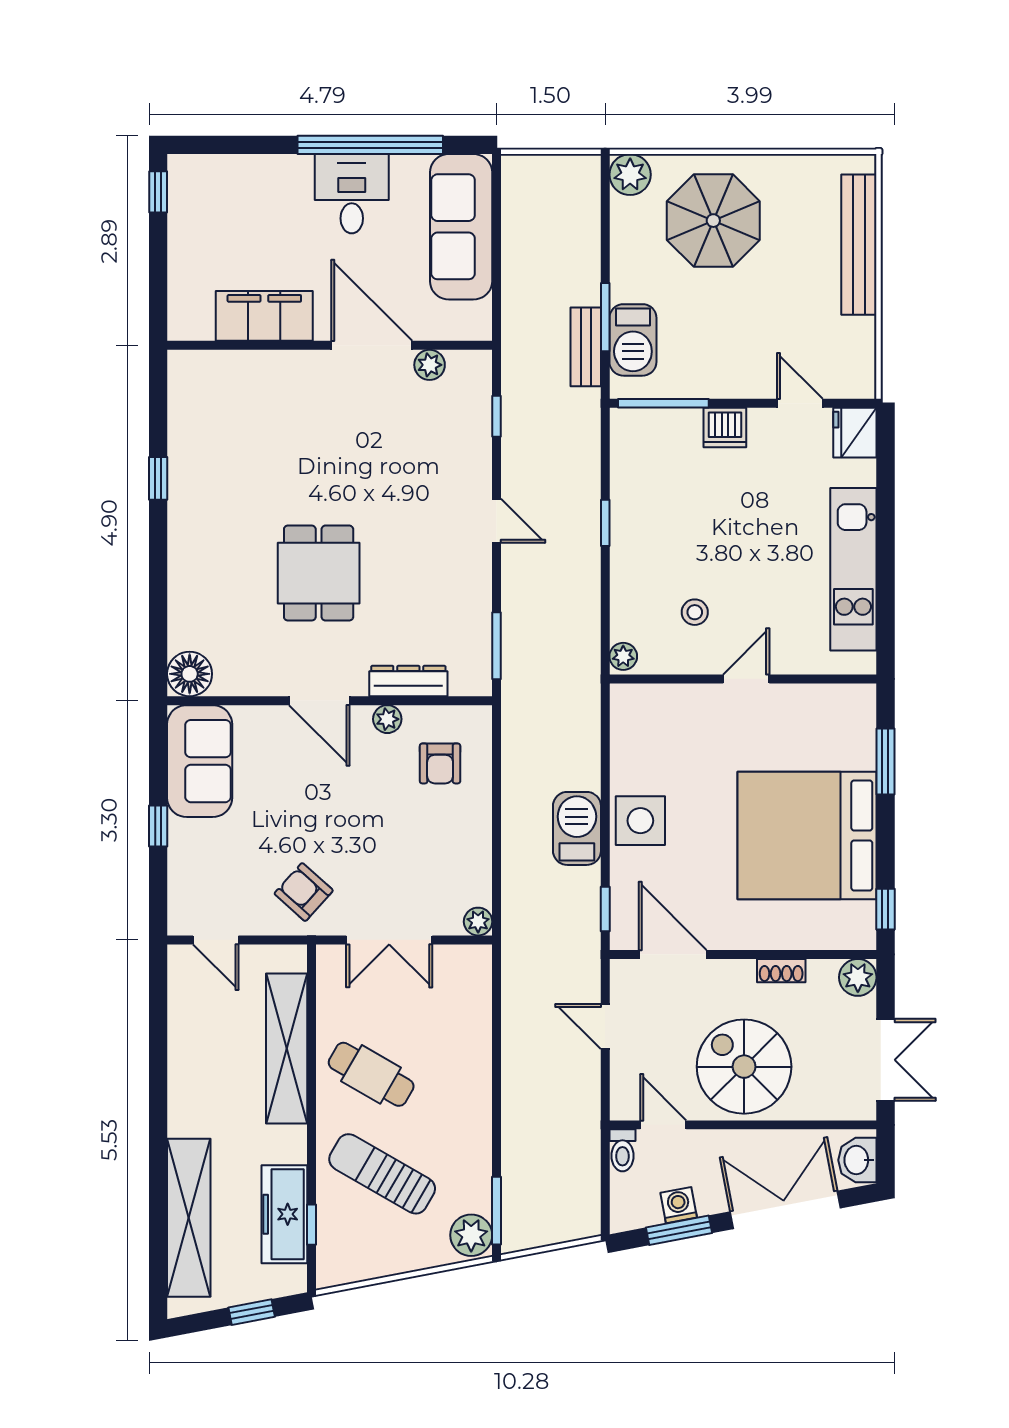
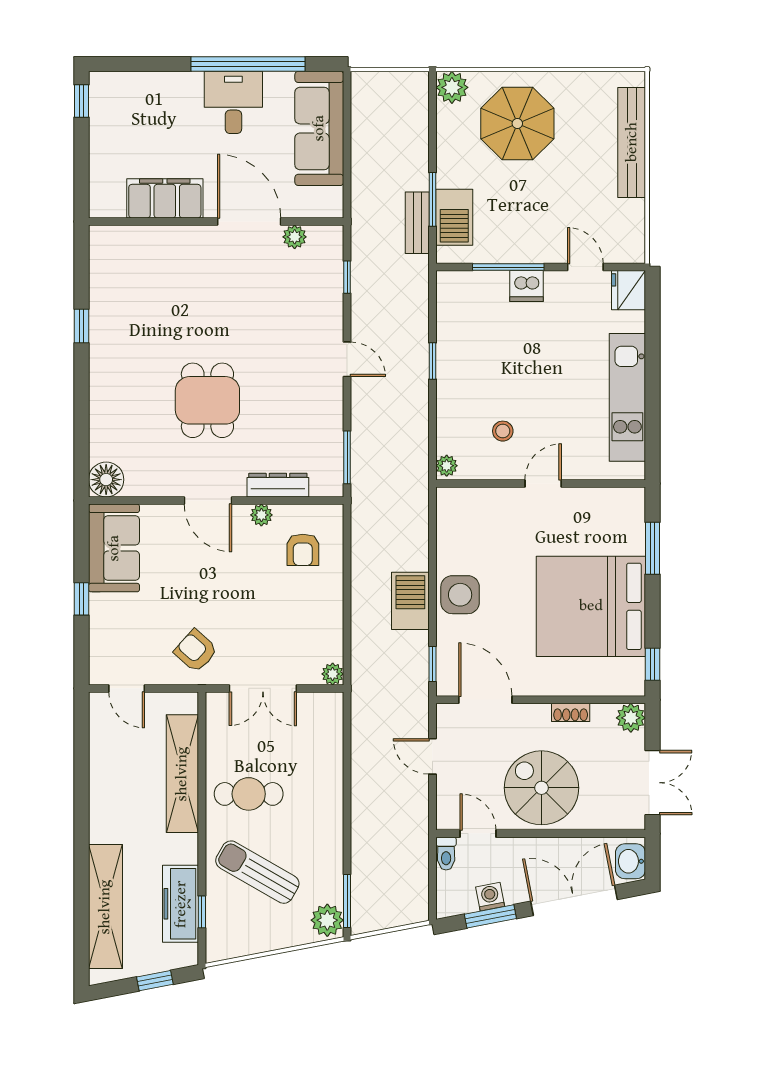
window: (663, 403) -> (508, 267), moved
cafe table: (371, 1074) -> (249, 794), turned -30

